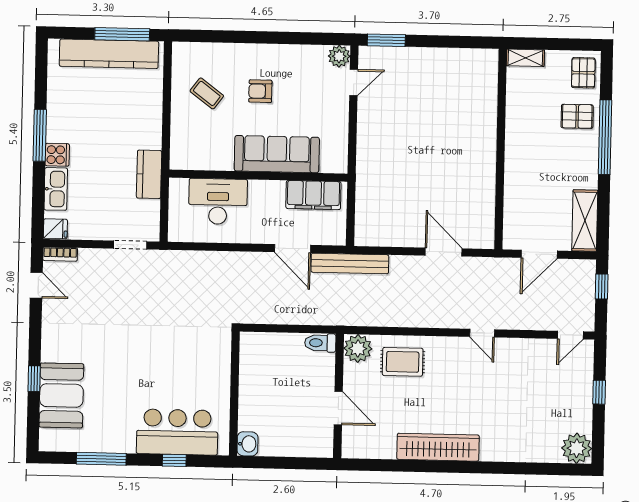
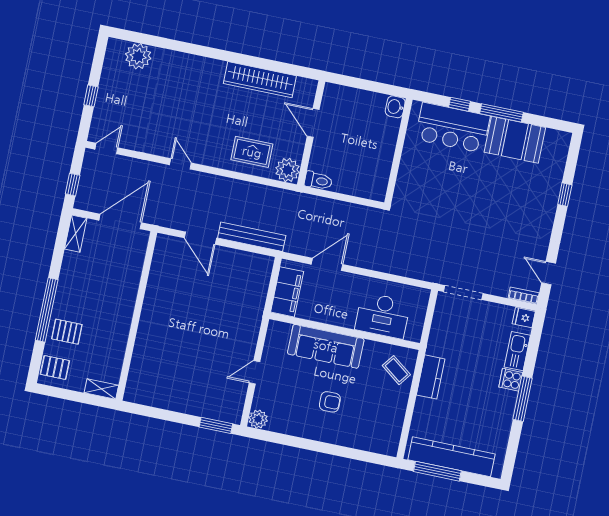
pallet: (583, 73) -> (55, 367), turned 90
door: (354, 82) -> (255, 372), moved
coffee table: (207, 93) -> (396, 370), moved
kitchen counter: (149, 174) -> (431, 377), moved
filing cabinet: (313, 195) -> (287, 292), moved, turned 90
shelving: (585, 221) -> (76, 234), width x0.67, depth x0.75
doorway: (130, 245) -> (463, 292), width x1.38
door: (293, 249) -> (327, 264), hinge flipped
door: (539, 254) -> (120, 221), width x1.36
bench: (350, 264) -> (252, 237), moved
booth: (61, 395) -> (515, 140), moved, turned 90
wardrobe: (438, 447) -> (260, 80), moved
plant: (577, 448) -> (138, 56), moved
window: (101, 459) -> (501, 113), moved

